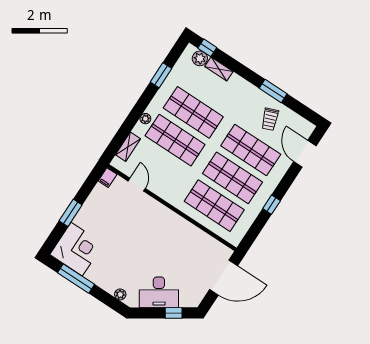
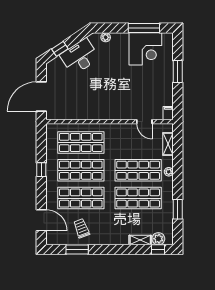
window: (273, 91) -> (77, 250), moved
corner desk: (77, 249) -> (145, 49), moved, turned -90

